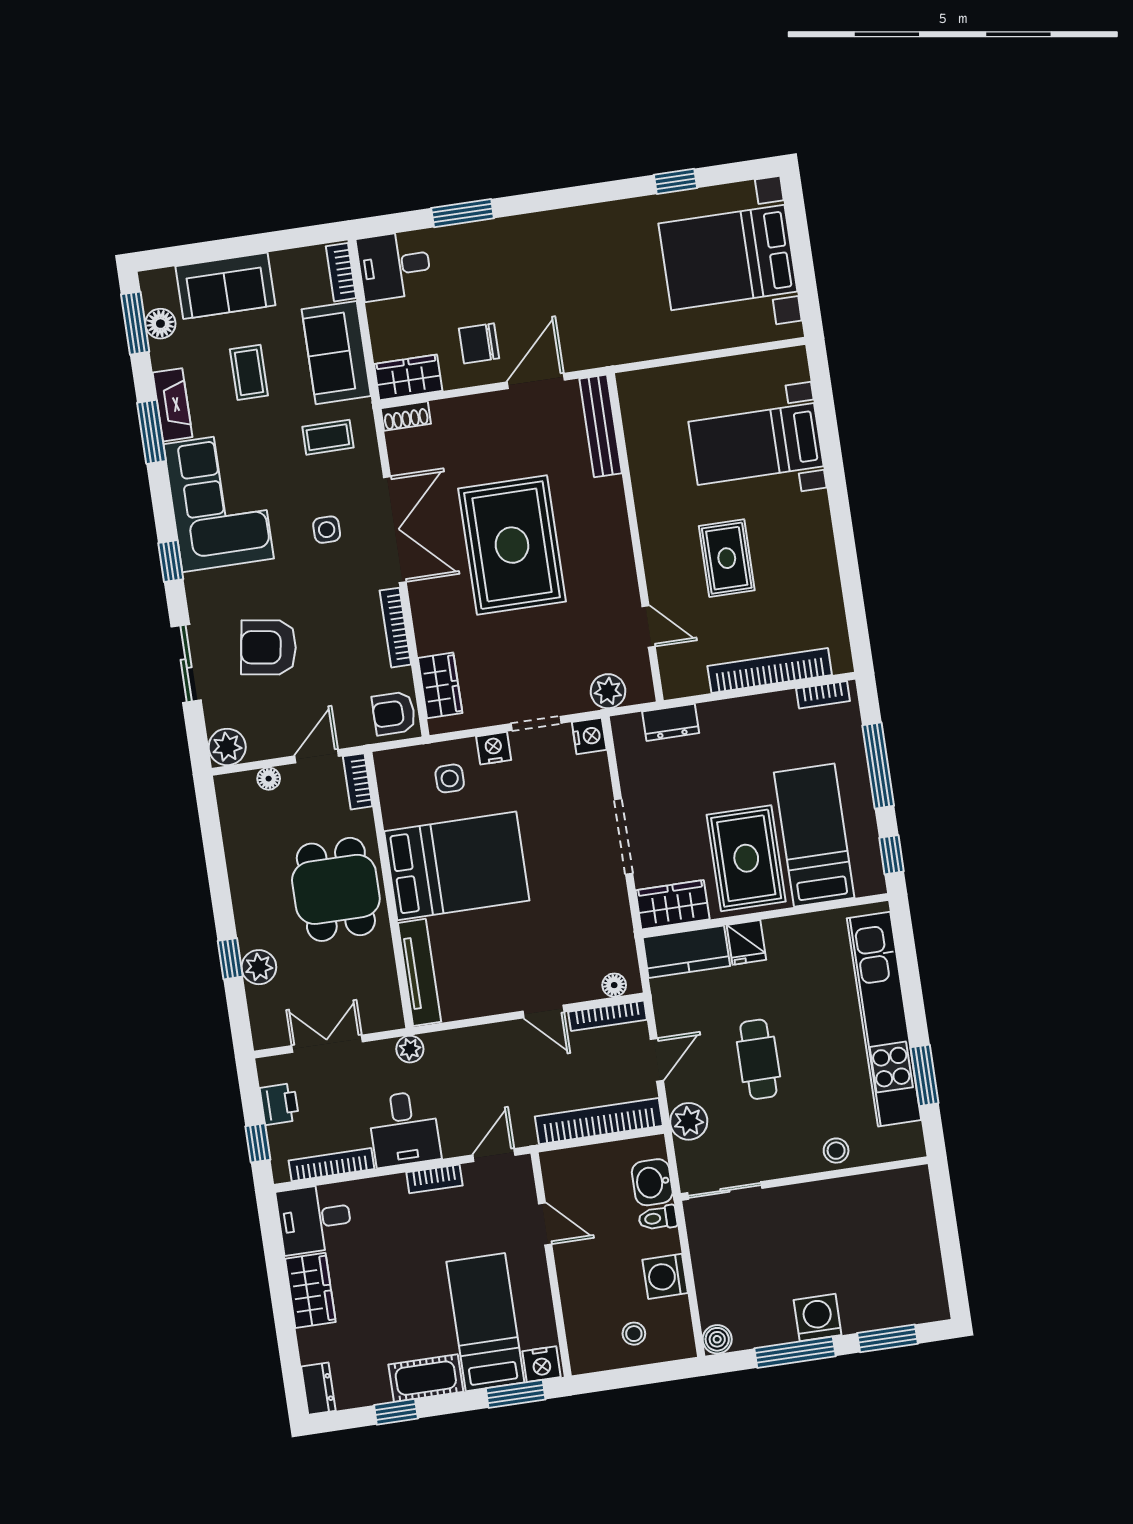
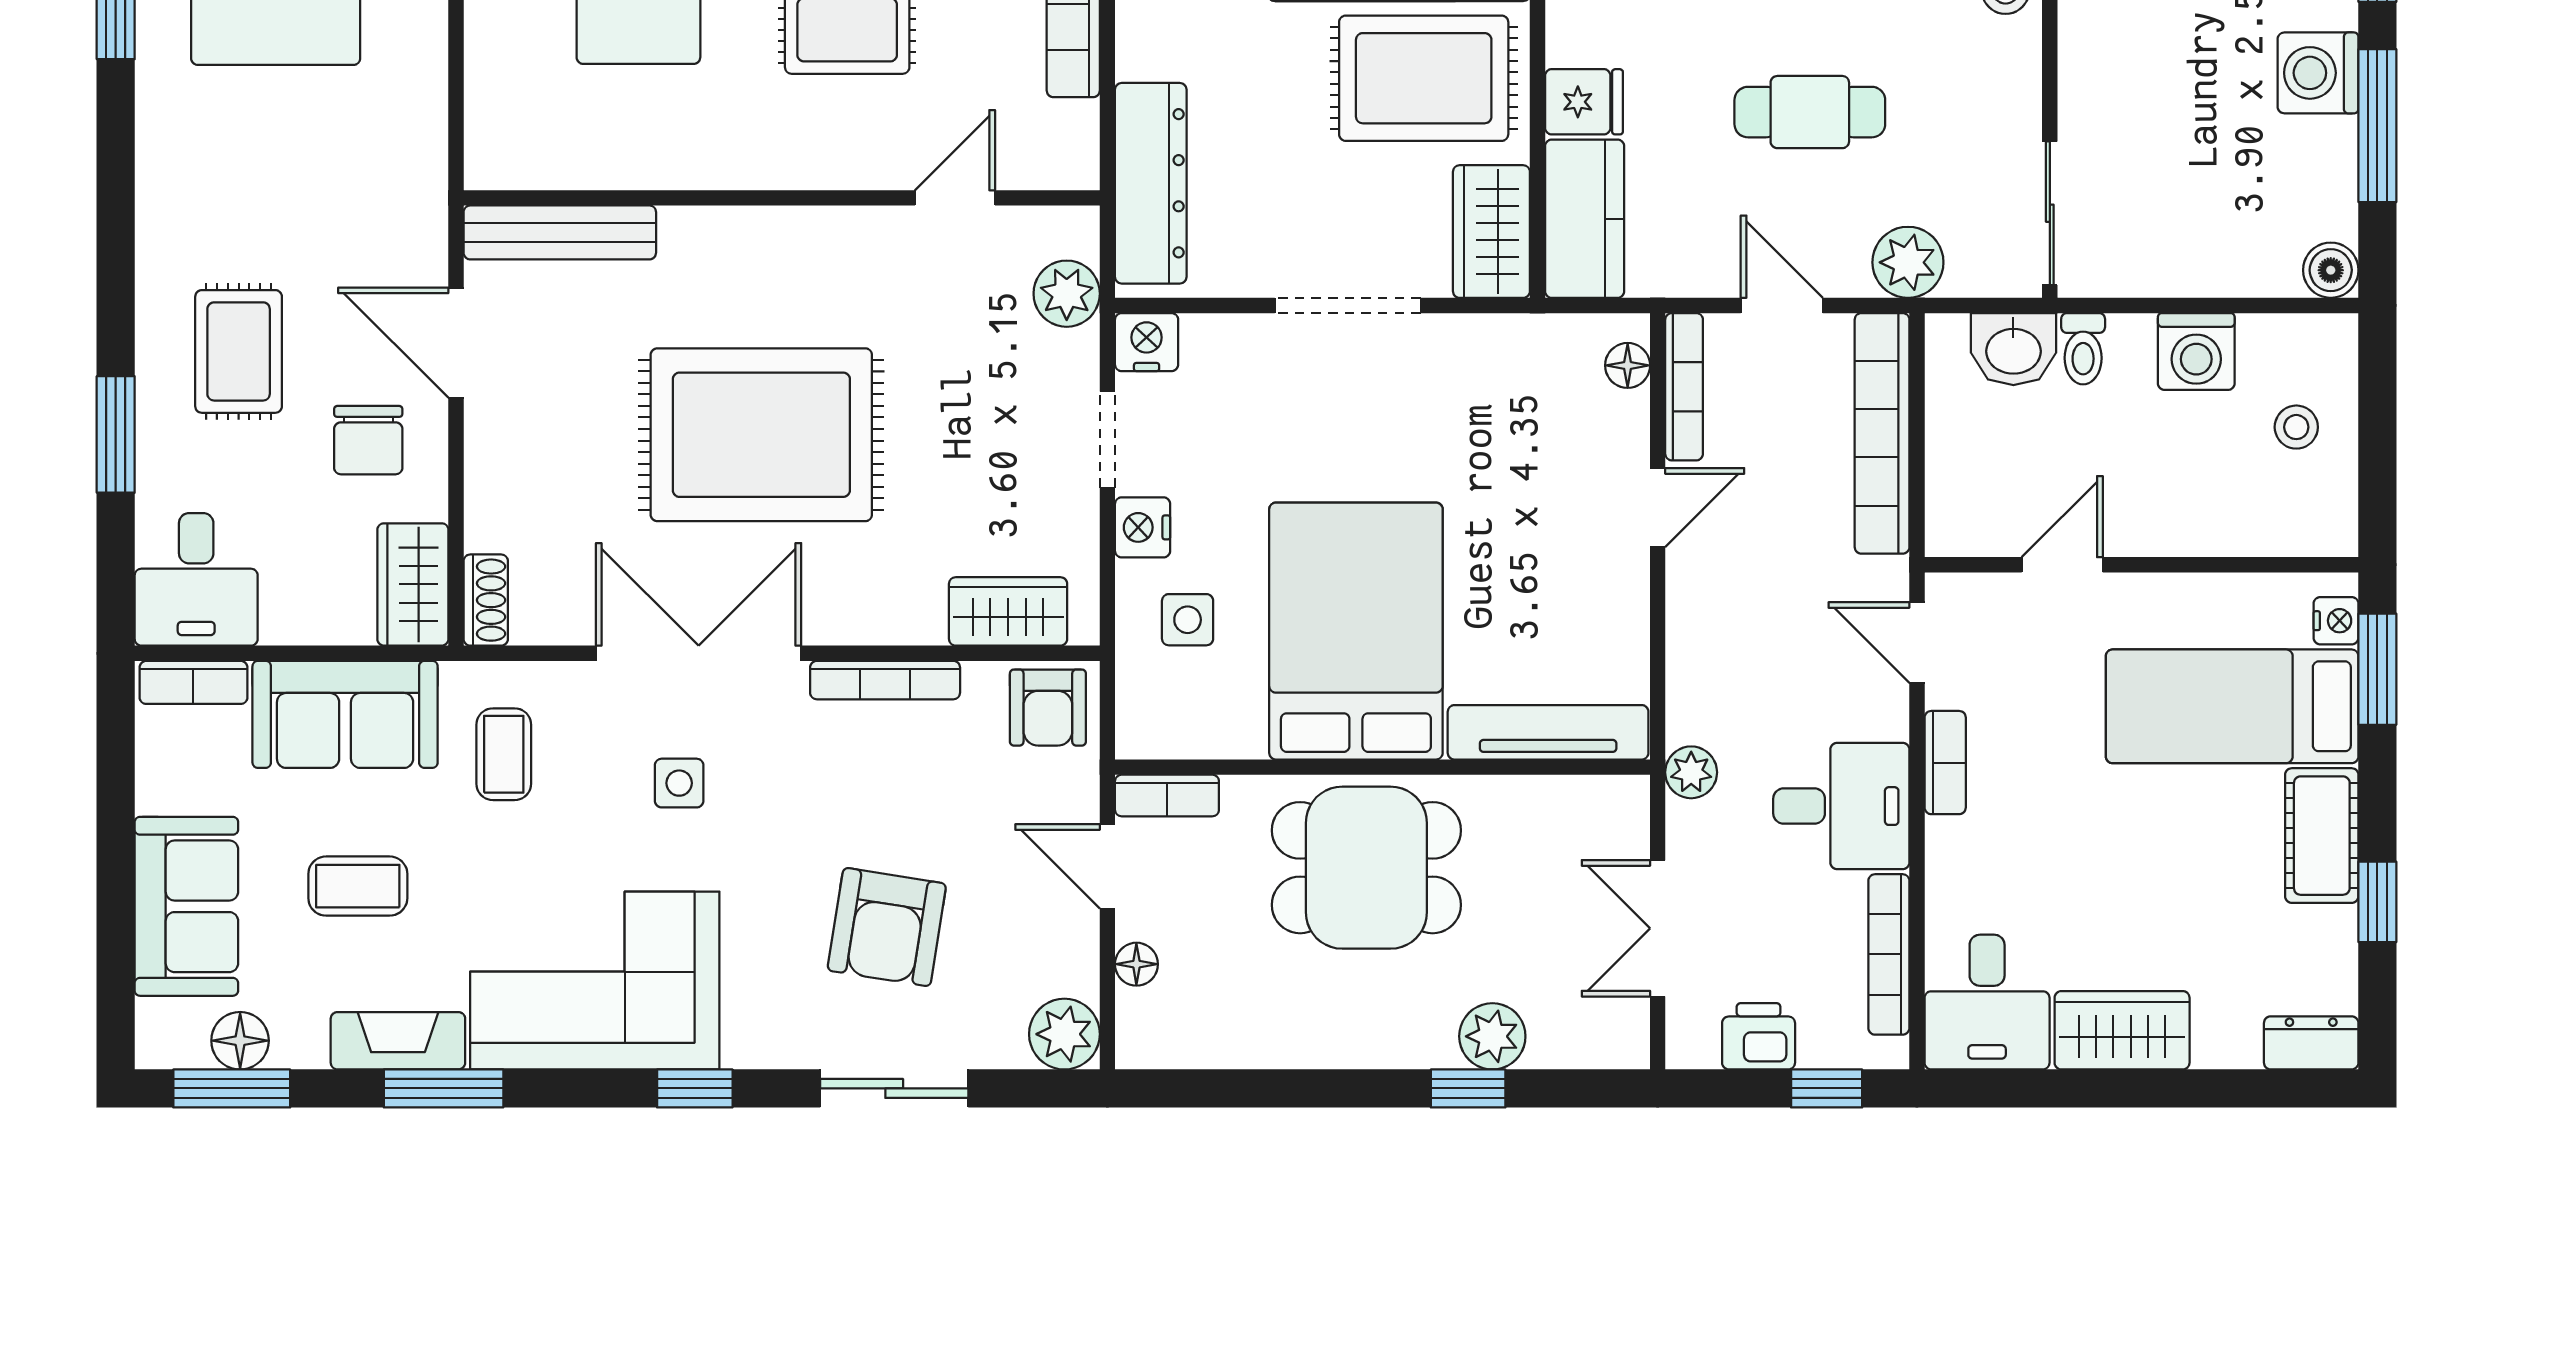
rug: (515, 270) -> (239, 351), added
dresser: (671, 722) -> (1151, 183), width x1.96, depth x1.24
nightstand: (542, 1364) -> (2336, 621), width x0.72, depth x0.74

